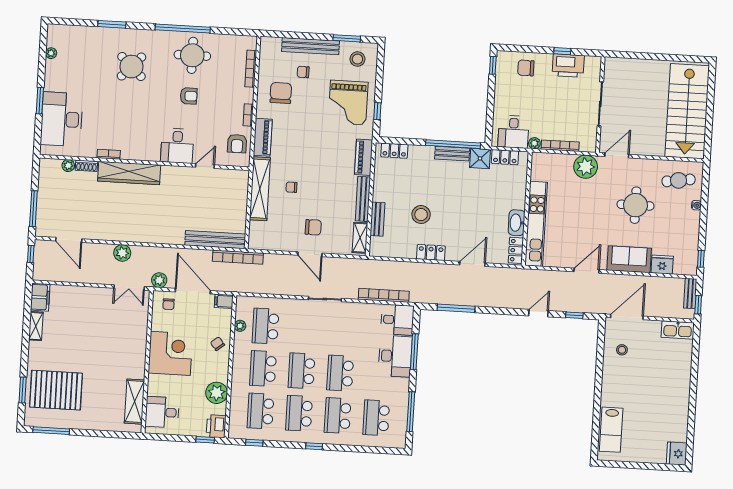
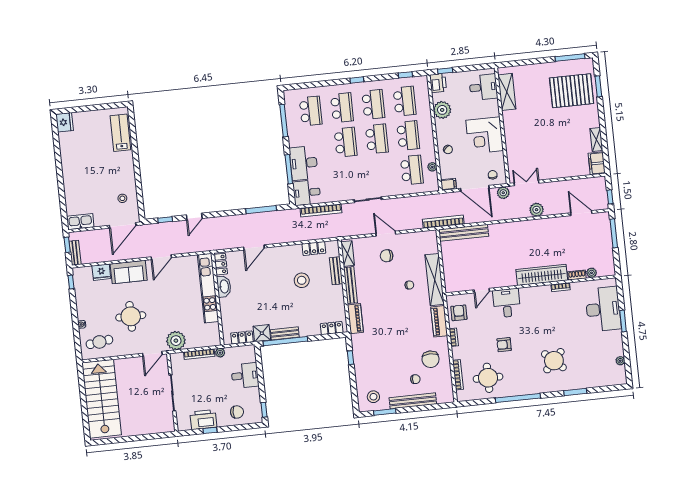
round table: (192, 55) -> (488, 378), moved
grand piano: (348, 103) -> (375, 360), removed
desk: (513, 132) -> (245, 376), moved, turned 90
locker: (431, 252) -> (314, 248), moved

